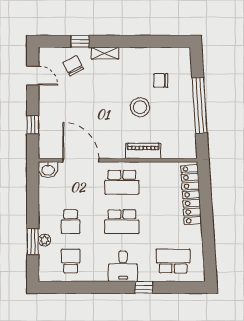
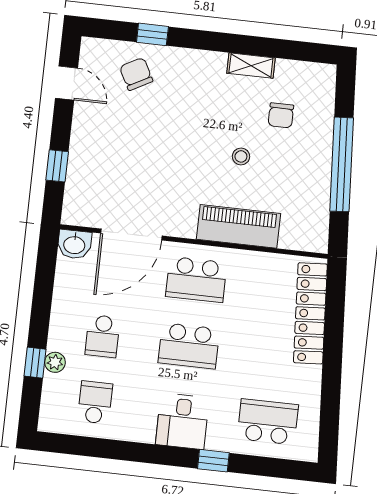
shelving: (105, 53) -> (251, 66), moved
chair: (161, 80) -> (281, 115), turned -90
stool: (140, 107) -> (241, 156), width x0.53, depth x0.53
piano: (143, 151) -> (238, 226), width x1.37, depth x1.33
door: (81, 160) -> (131, 235), swing flipped
window: (33, 242) -> (35, 363), width x0.67

